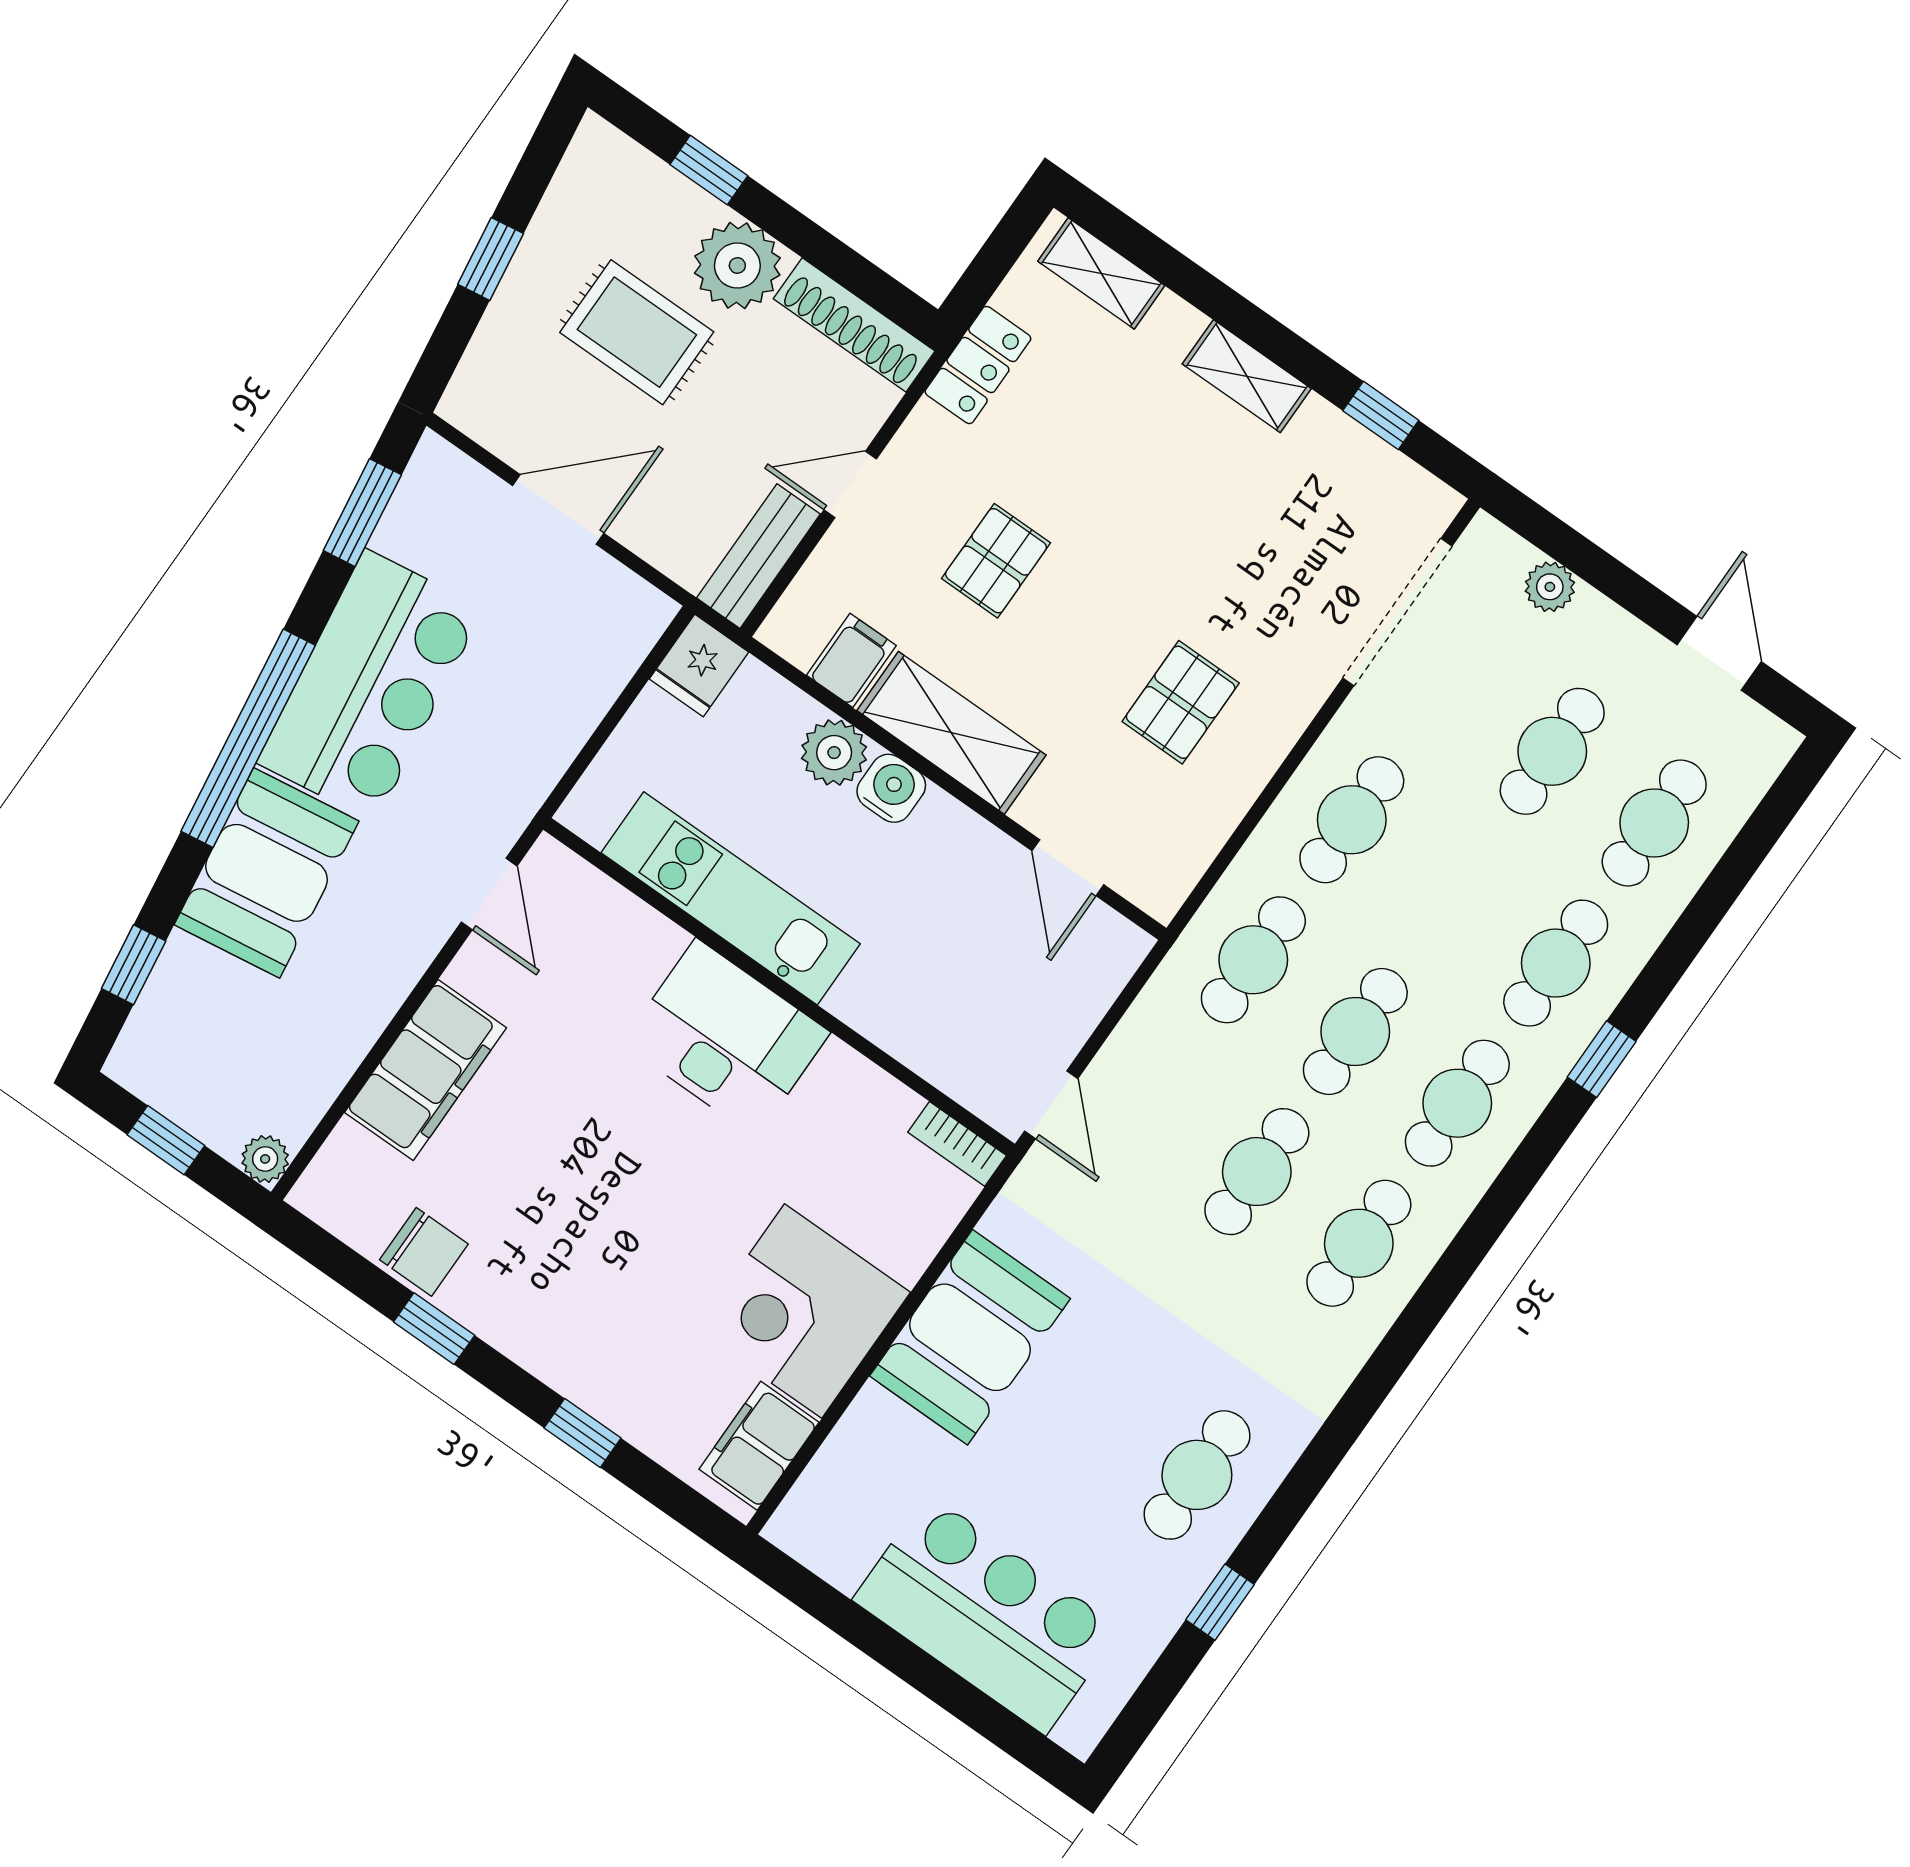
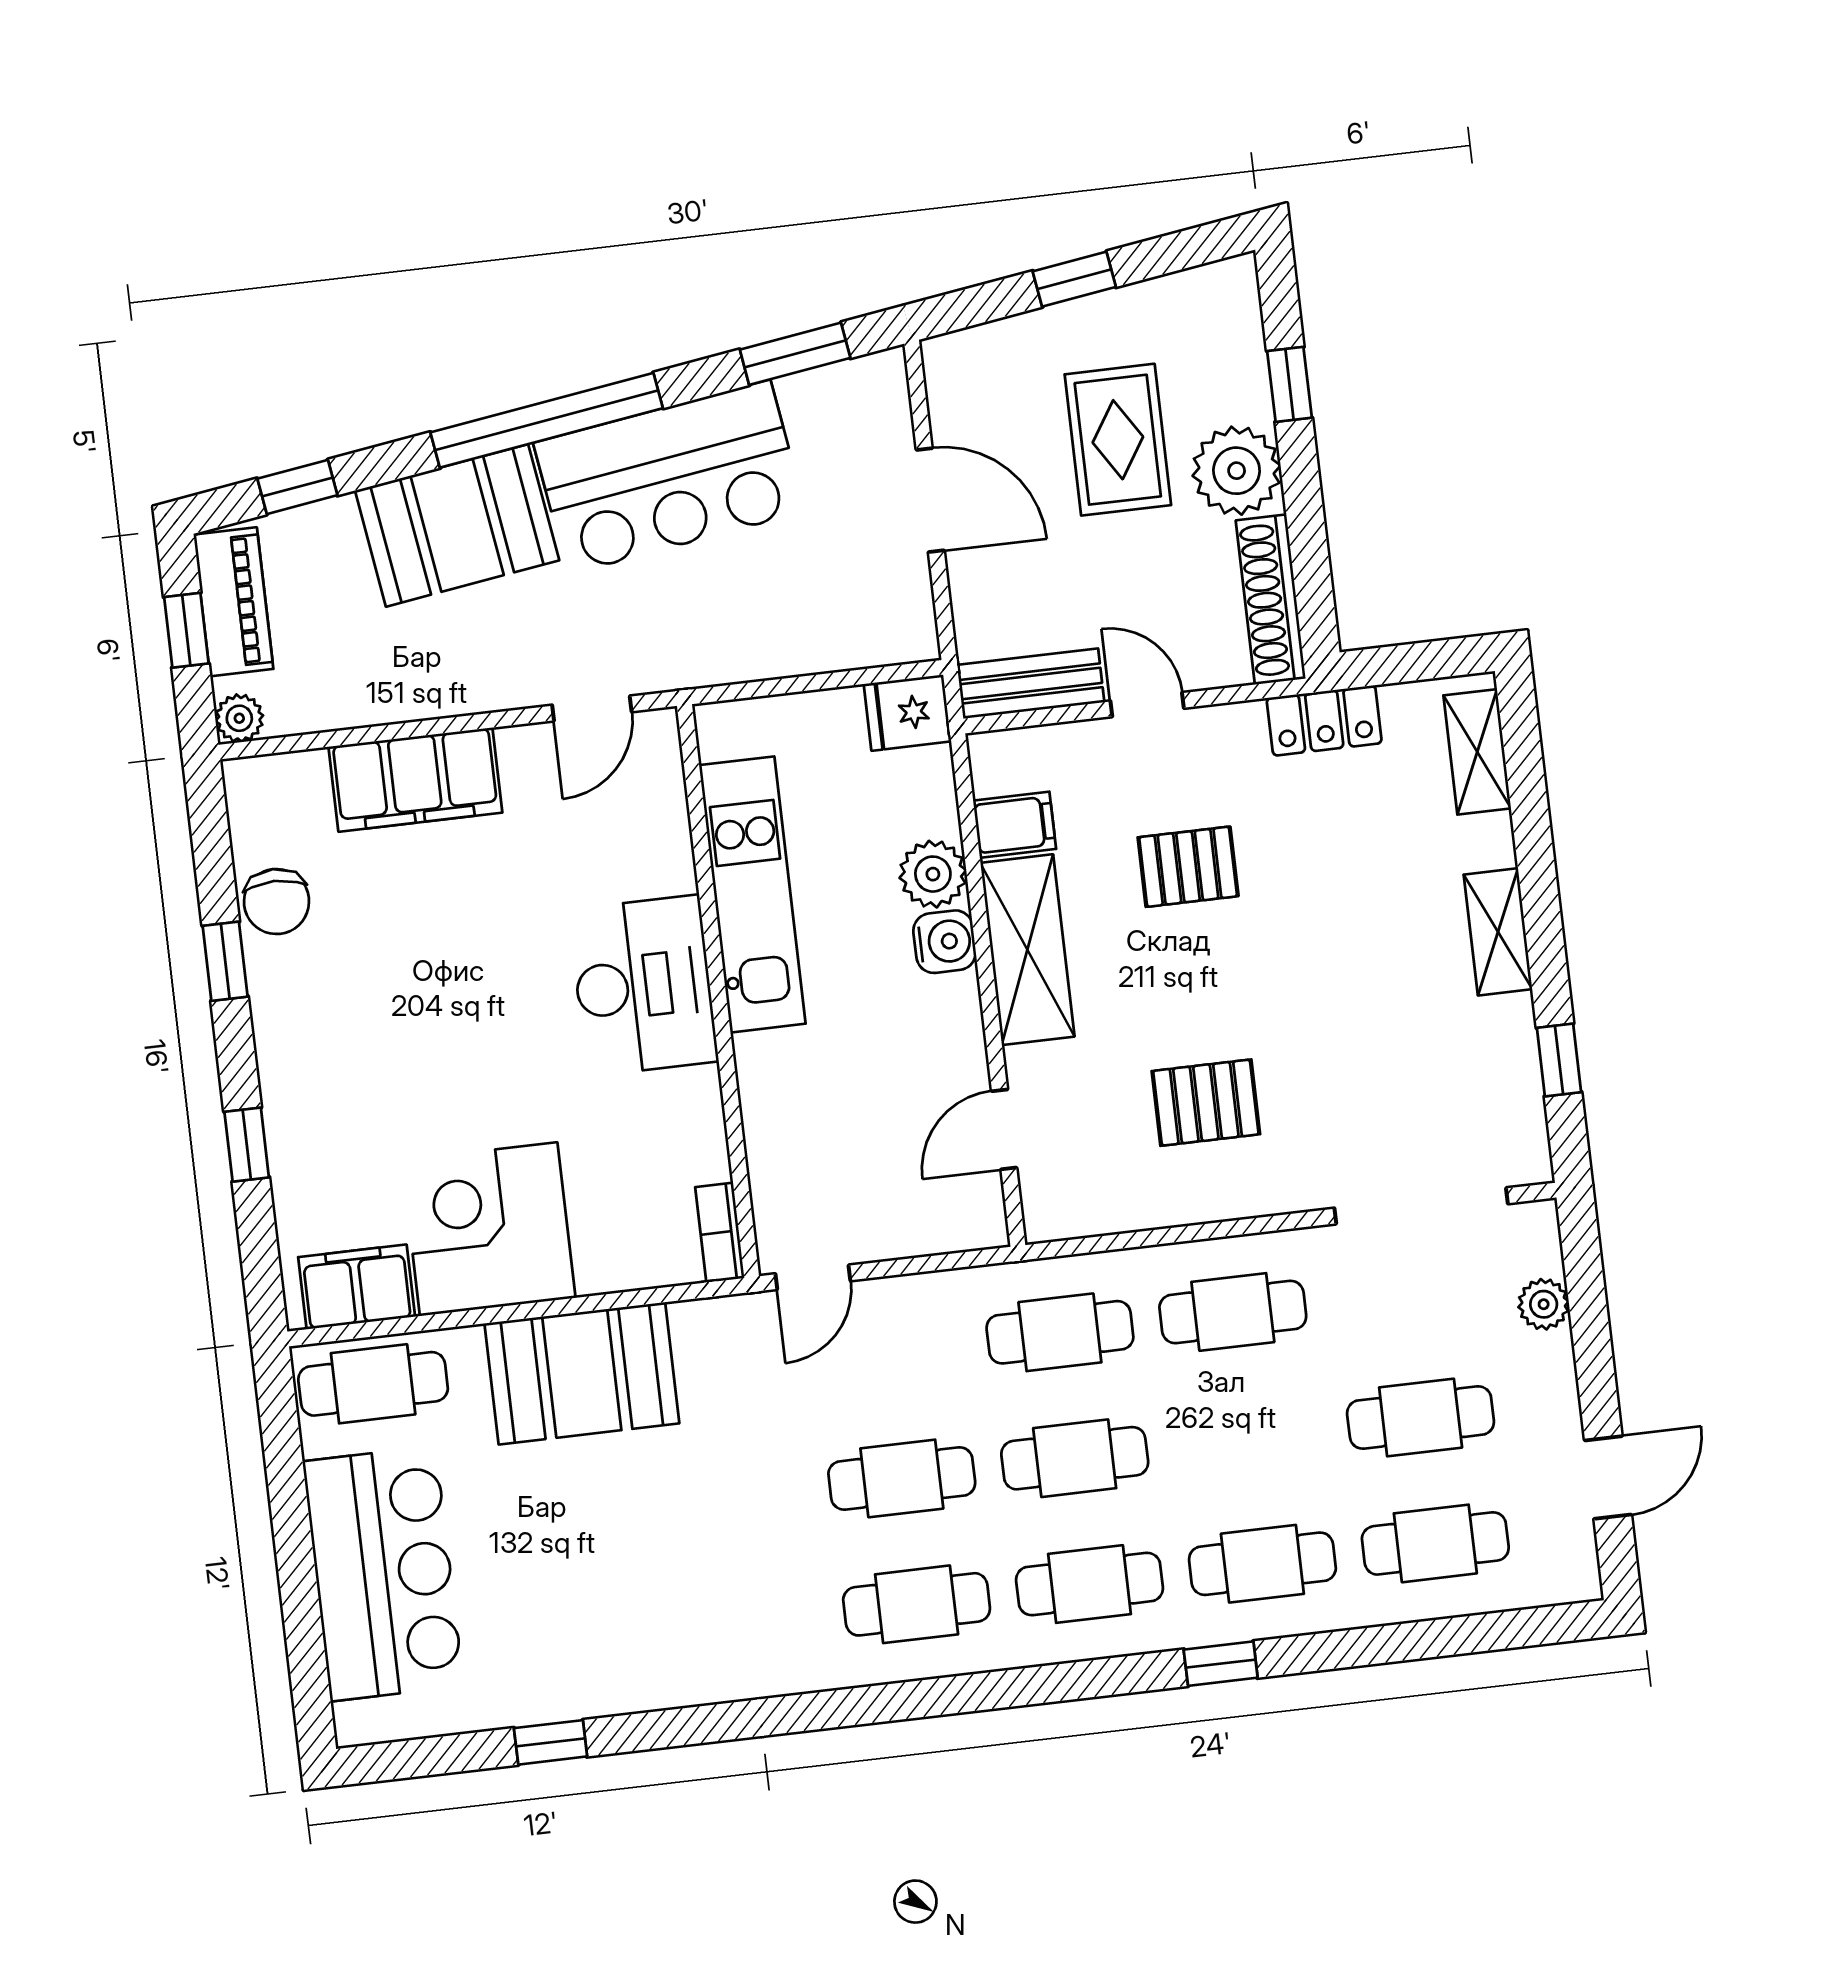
piano: (176, 1087) -> (233, 602), added
cafe table: (1197, 1475) -> (373, 1384), moved

